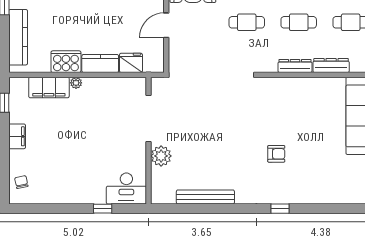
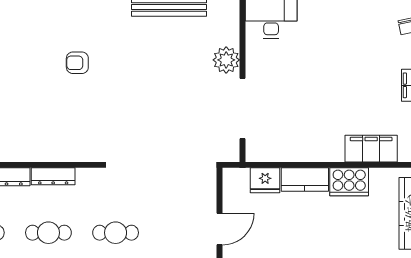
plant: (76, 83) -> (336, 155), removed

